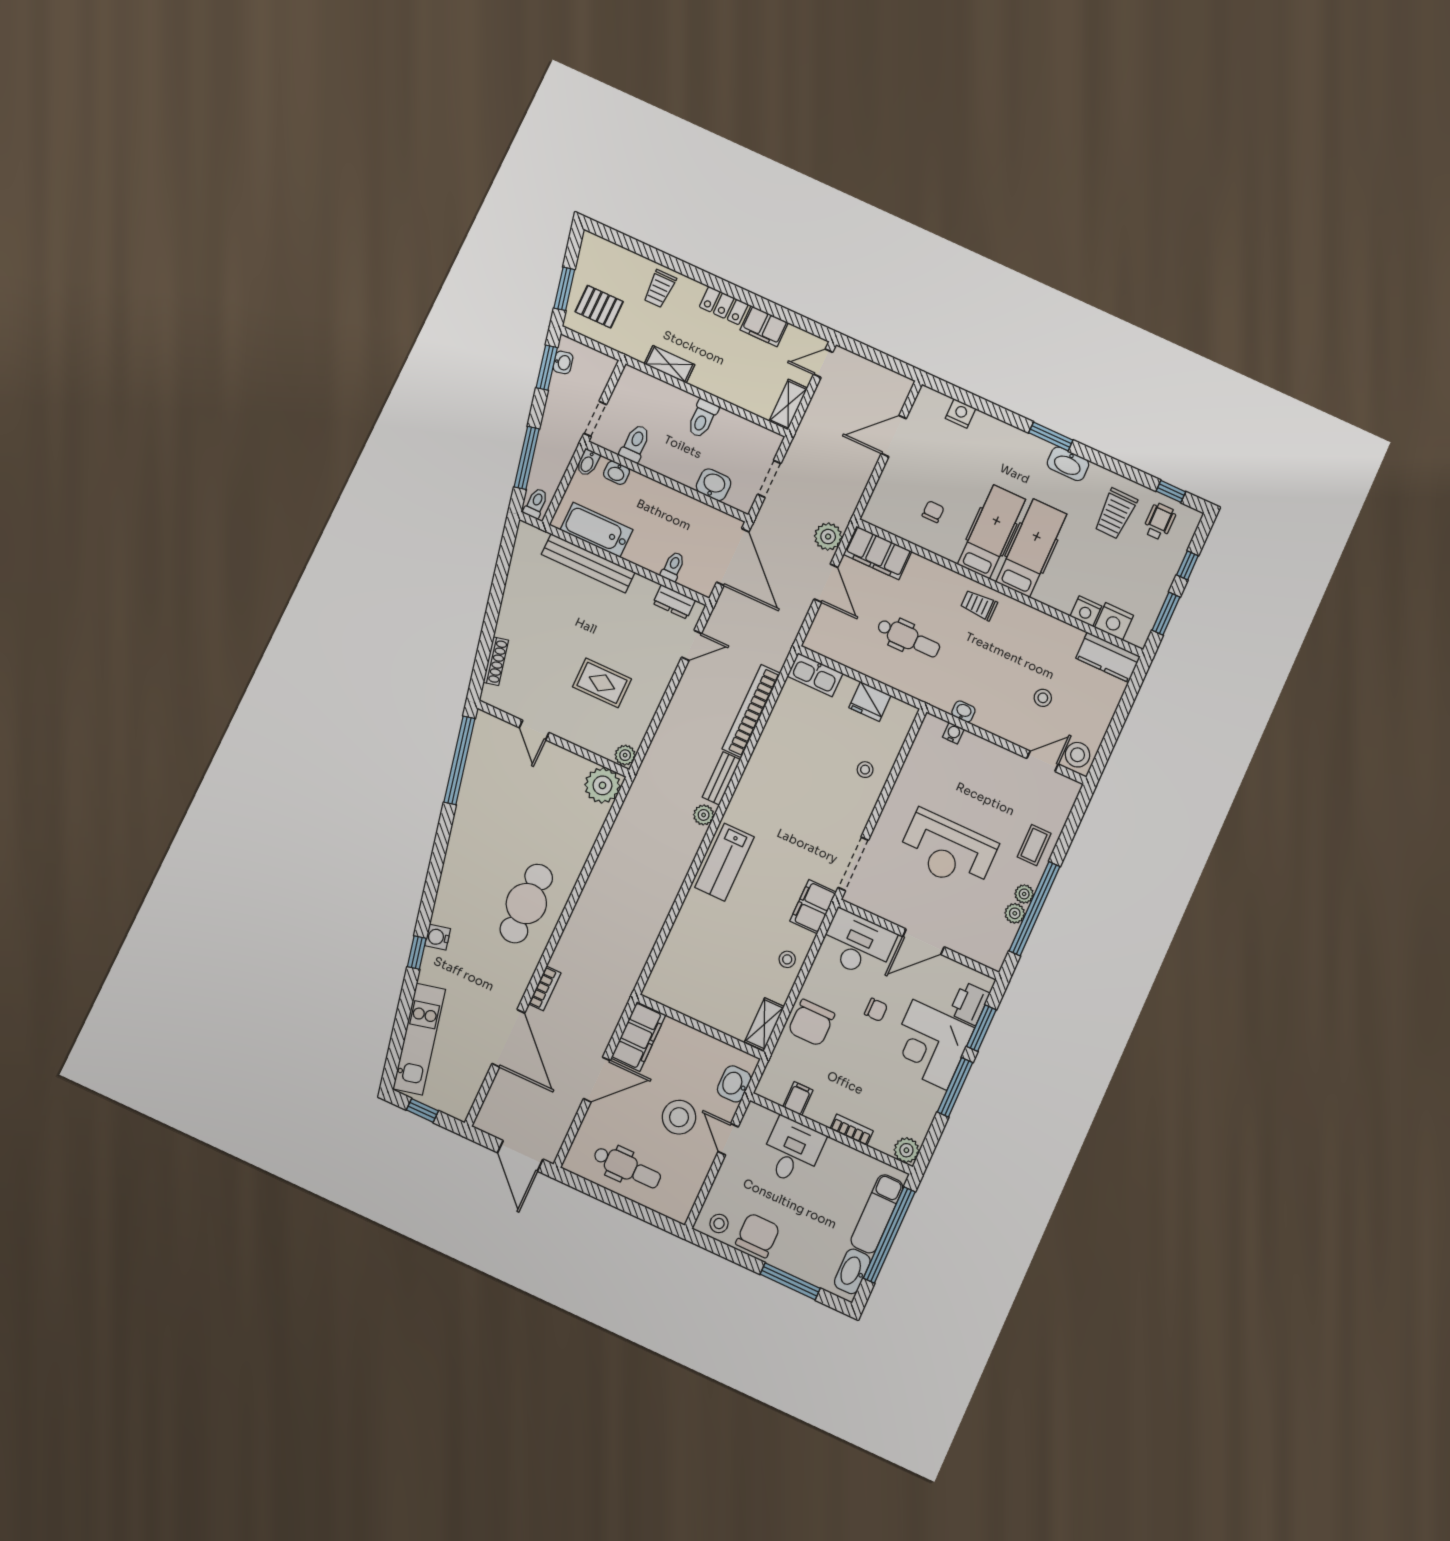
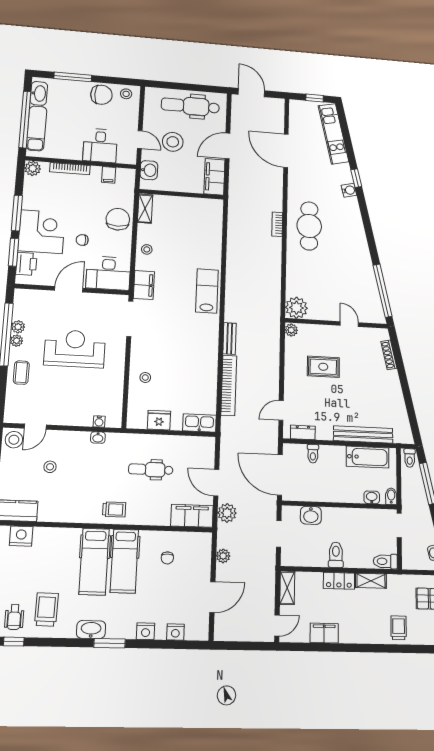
locker: (724, 306) -> (339, 581), moved, turned 180
toilet: (635, 443) -> (385, 561), moved, turned 90
nightstand: (1086, 611) -> (146, 631), moved, turned 180
plant: (704, 815) -> (223, 556), moved
bookcase: (545, 988) -> (277, 224), moved
bookcase: (852, 1130) -> (70, 169), width x1.56
dental chair: (627, 1167) -> (190, 106), width x1.36, depth x1.38
chair: (758, 1235) -> (101, 95), turned -90

